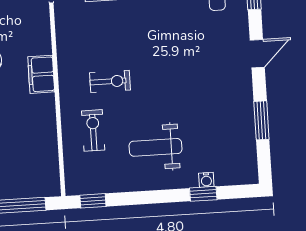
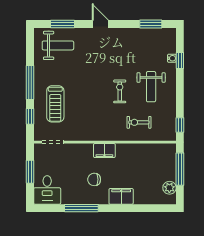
exercise bike: (110, 81) -> (120, 91), moved
window: (261, 120) -> (151, 24), moved

